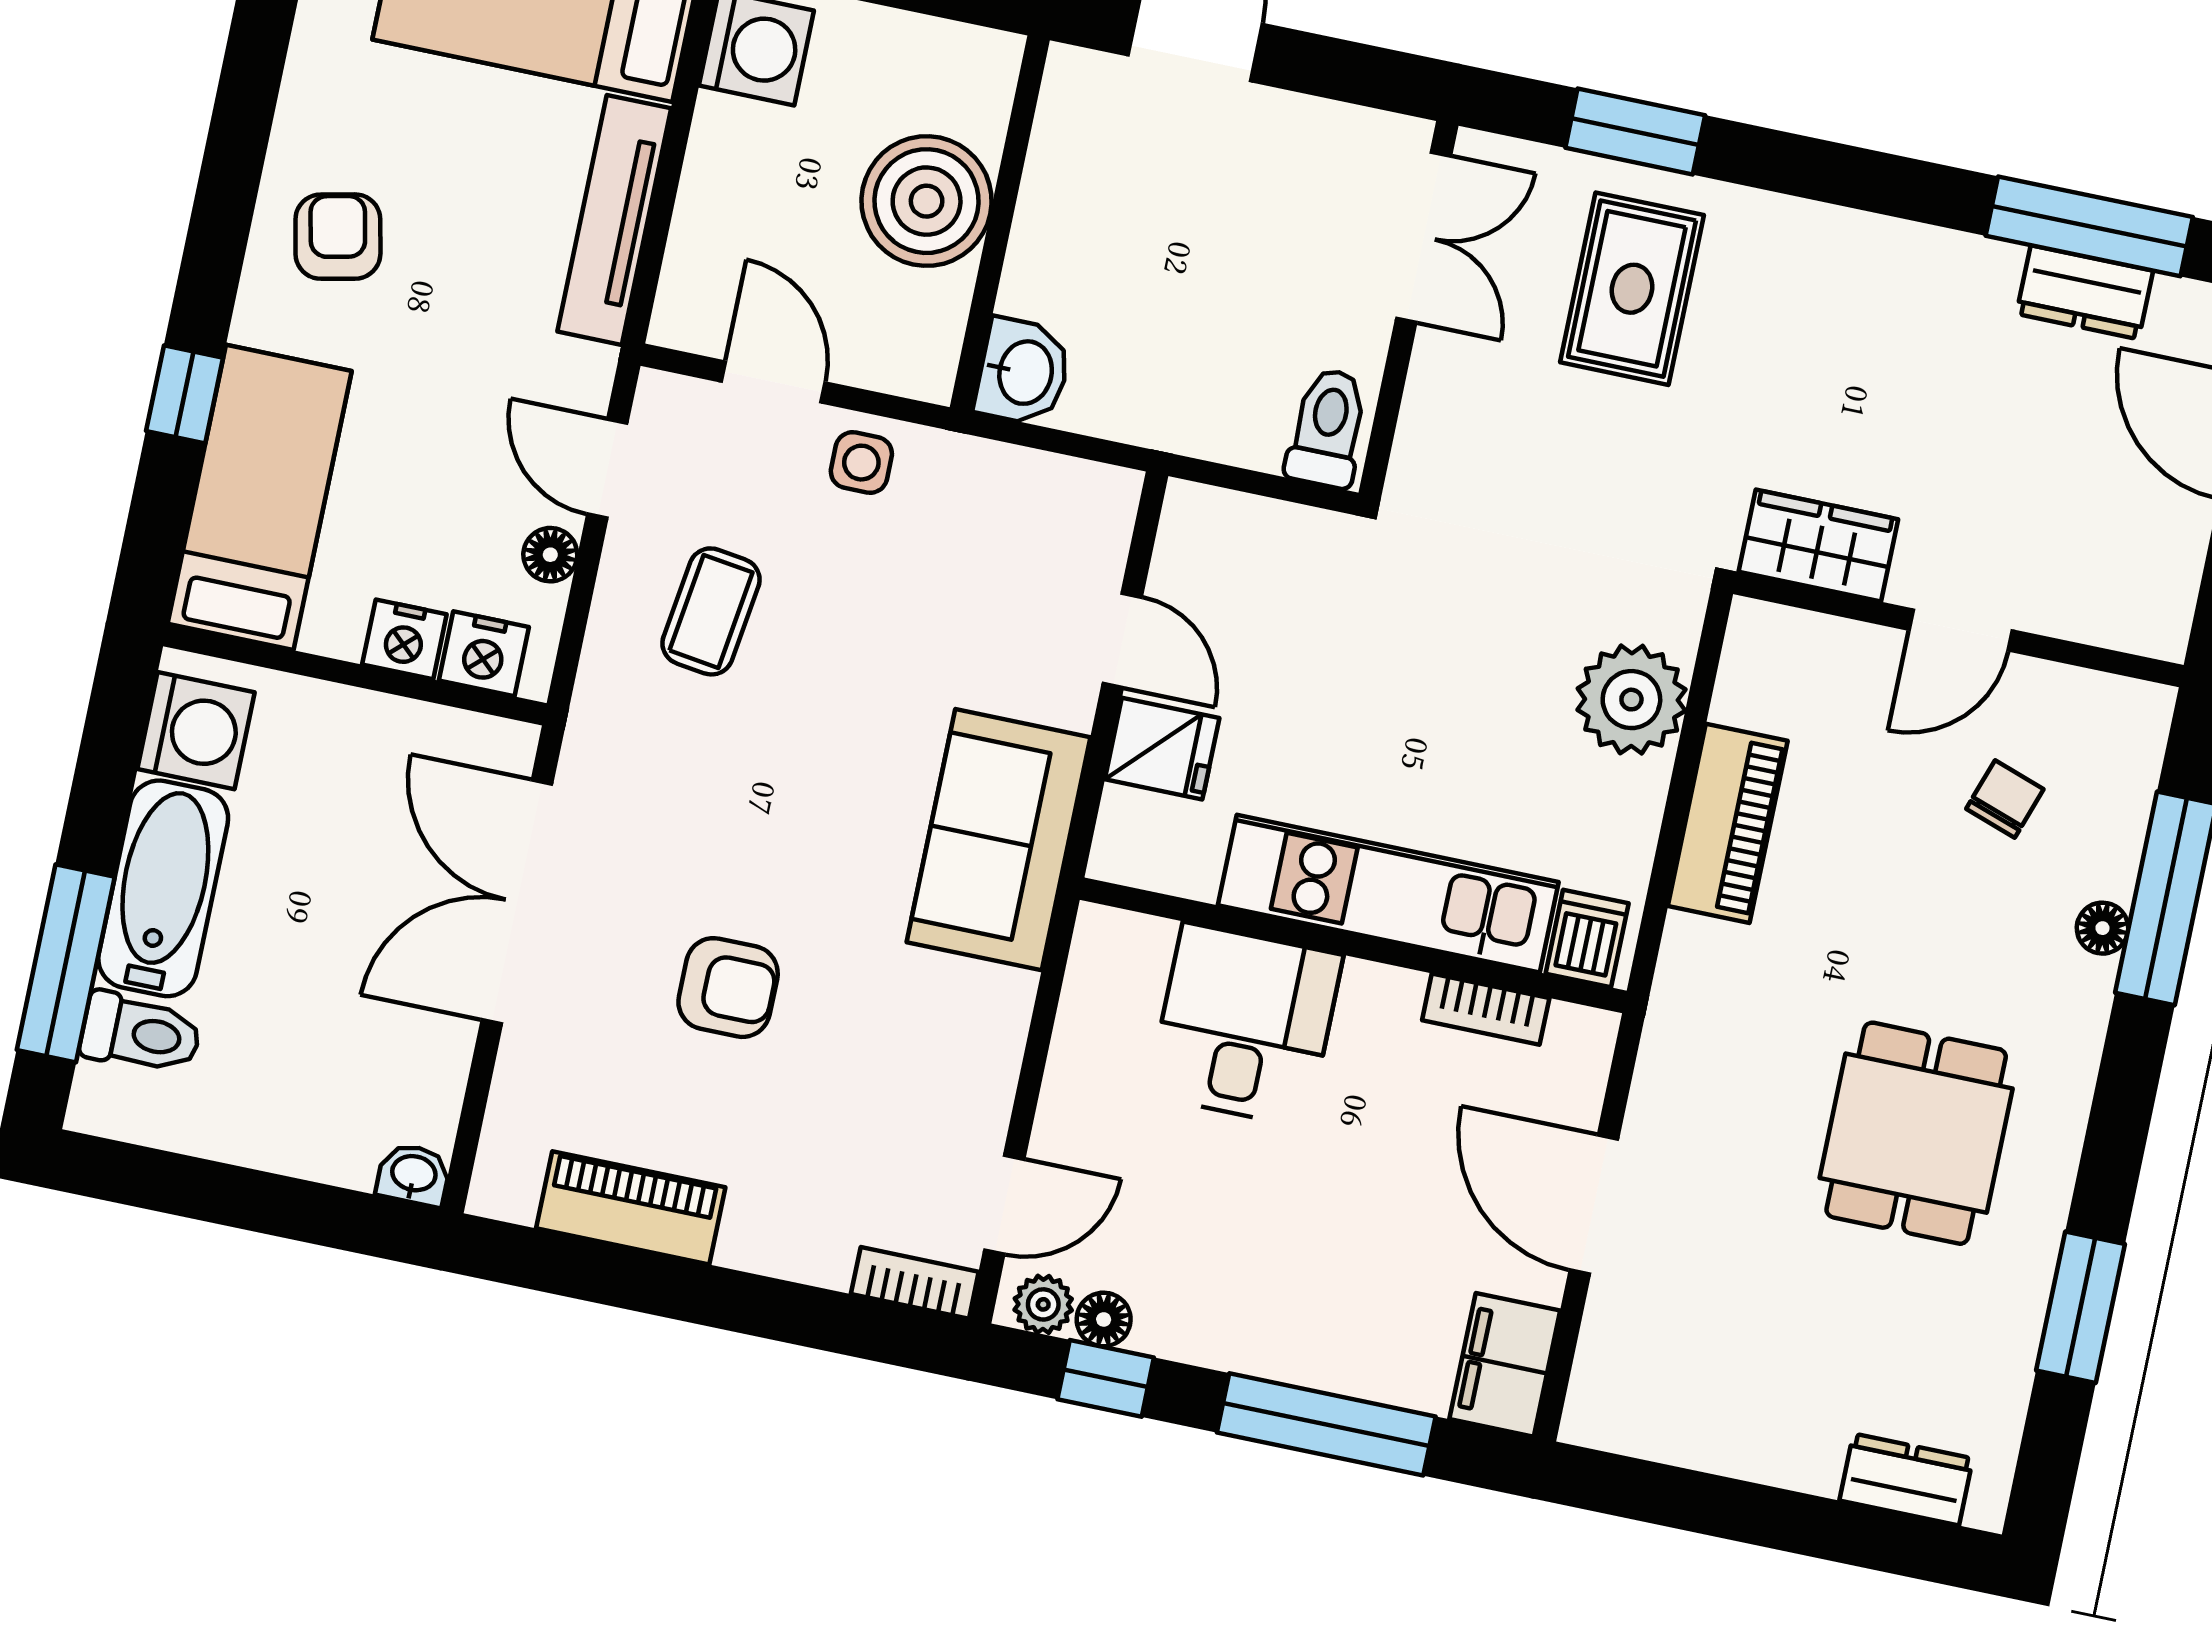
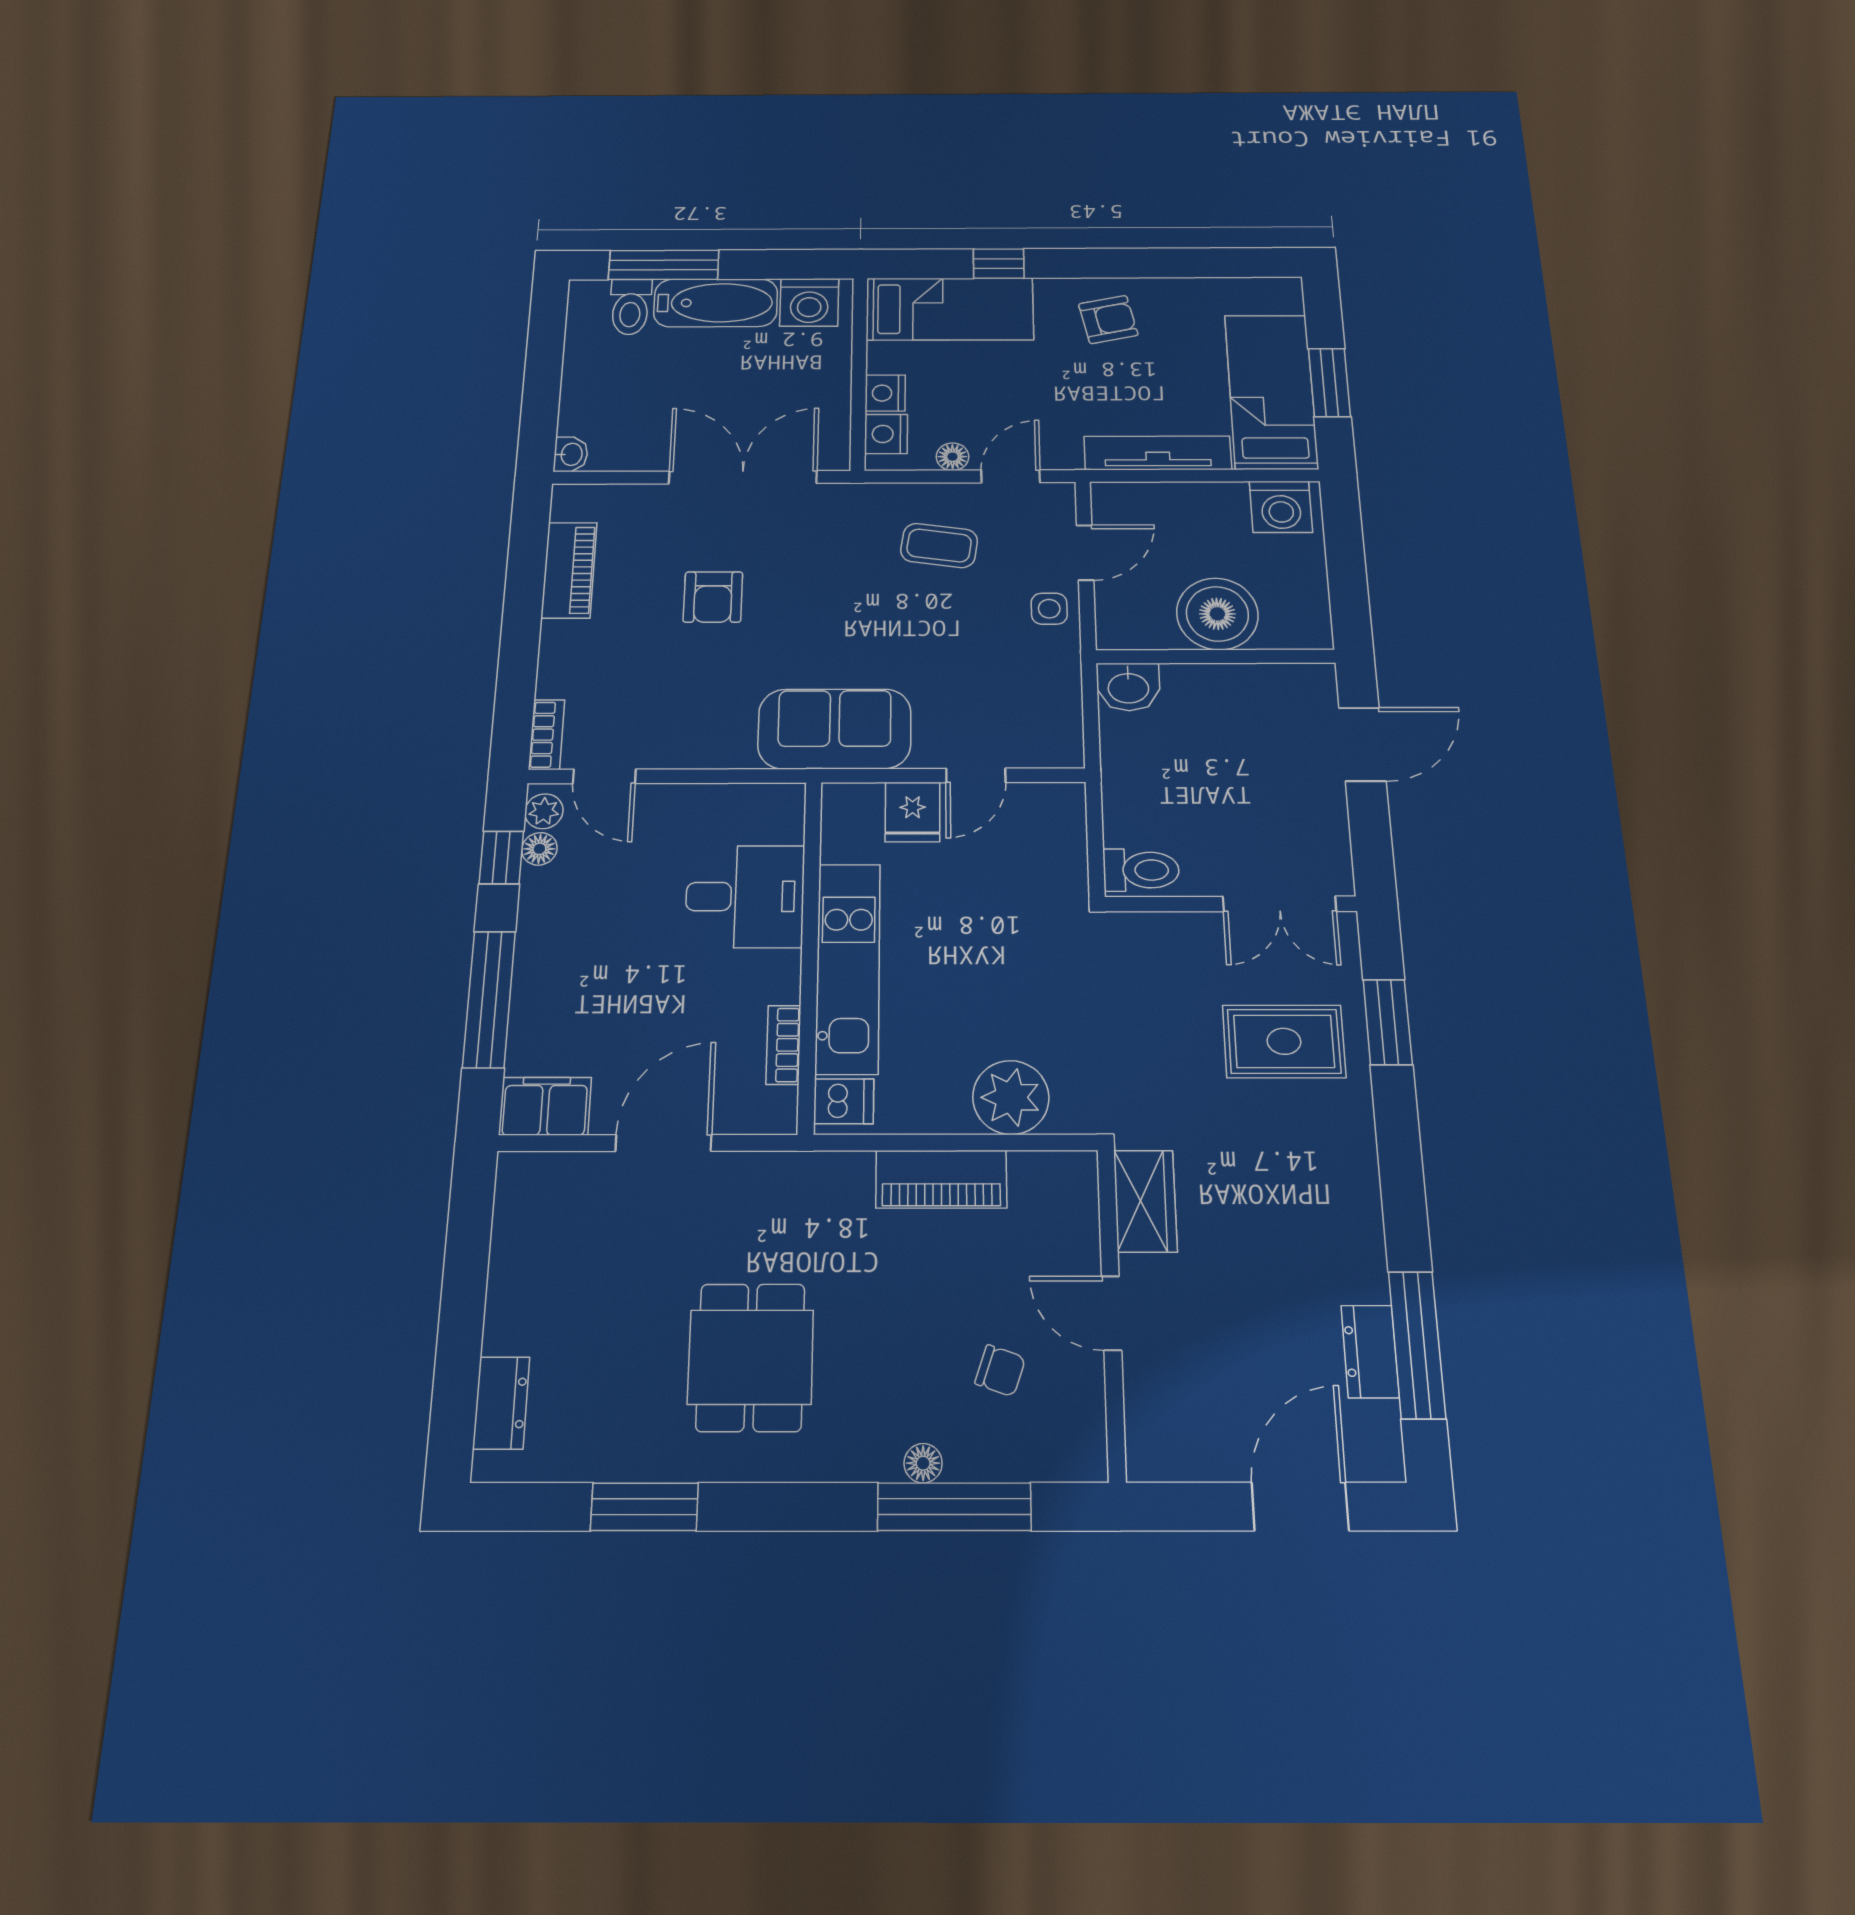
dining table: (1916, 1133) -> (751, 1357), turned 90

